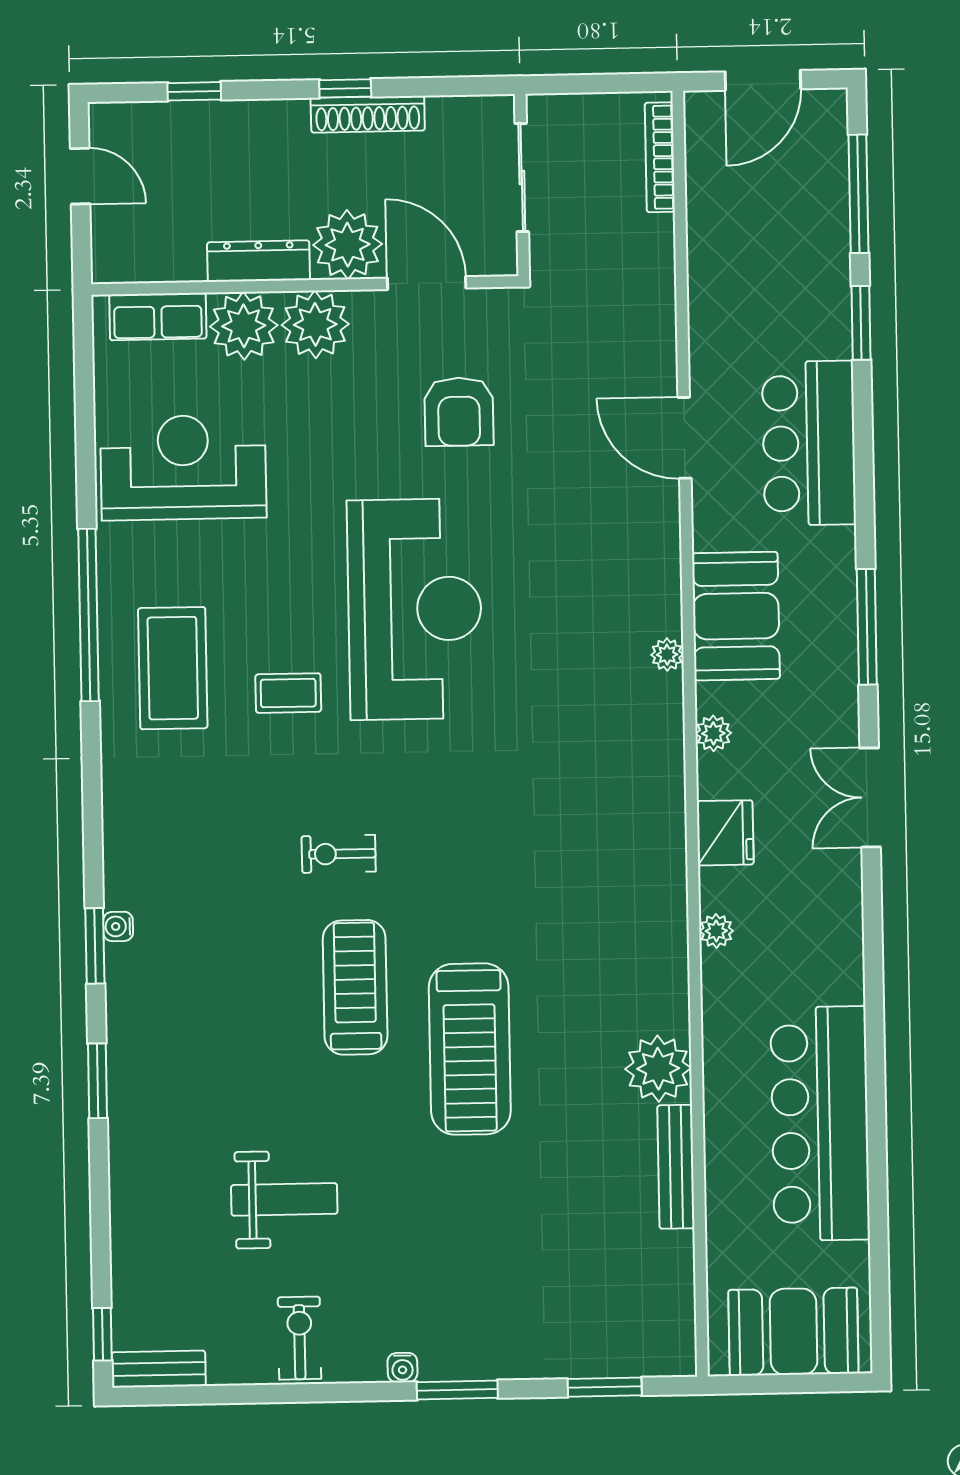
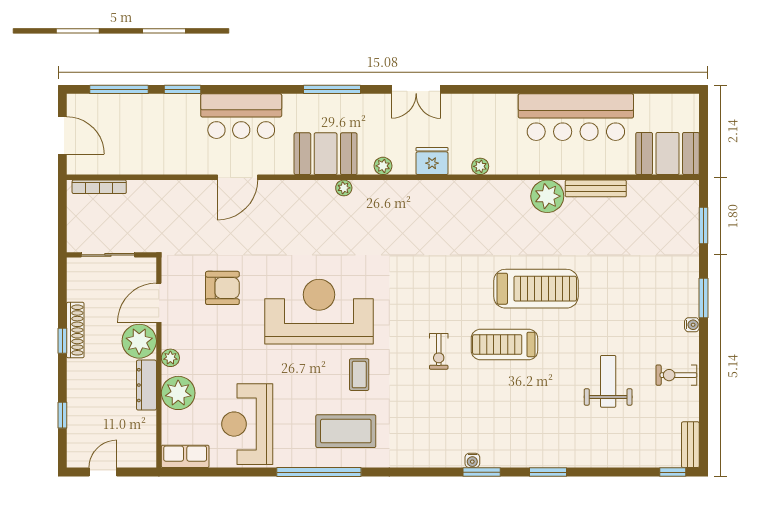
row of seats: (158, 317) -> (185, 456), moved, turned -90
plant: (315, 324) -> (170, 358), width x0.53, depth x0.53
booth: (793, 1332) -> (668, 154), moved, turned 90

